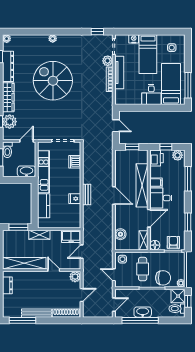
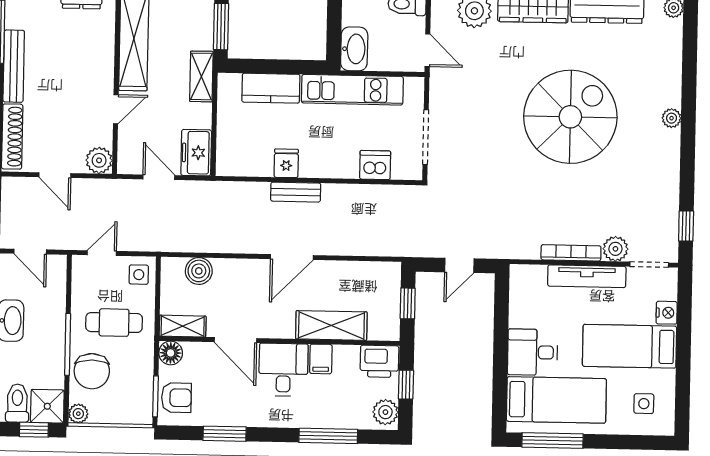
shelving: (142, 185) -> (331, 325), width x0.68

